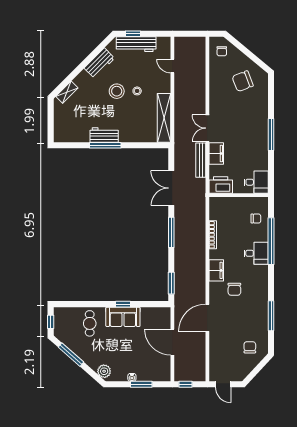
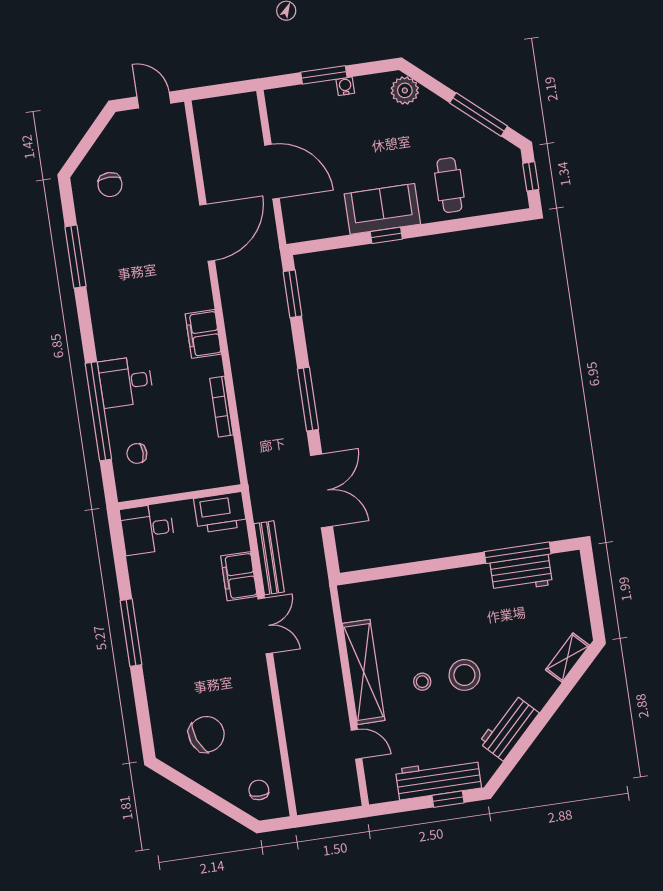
shelving: (164, 118) -> (364, 672), moved
workbench: (104, 135) -> (521, 574), moved
window: (105, 145) -> (518, 553), moved
chair: (234, 289) -> (160, 300), removed
window: (186, 384) -> (232, 88), removed

